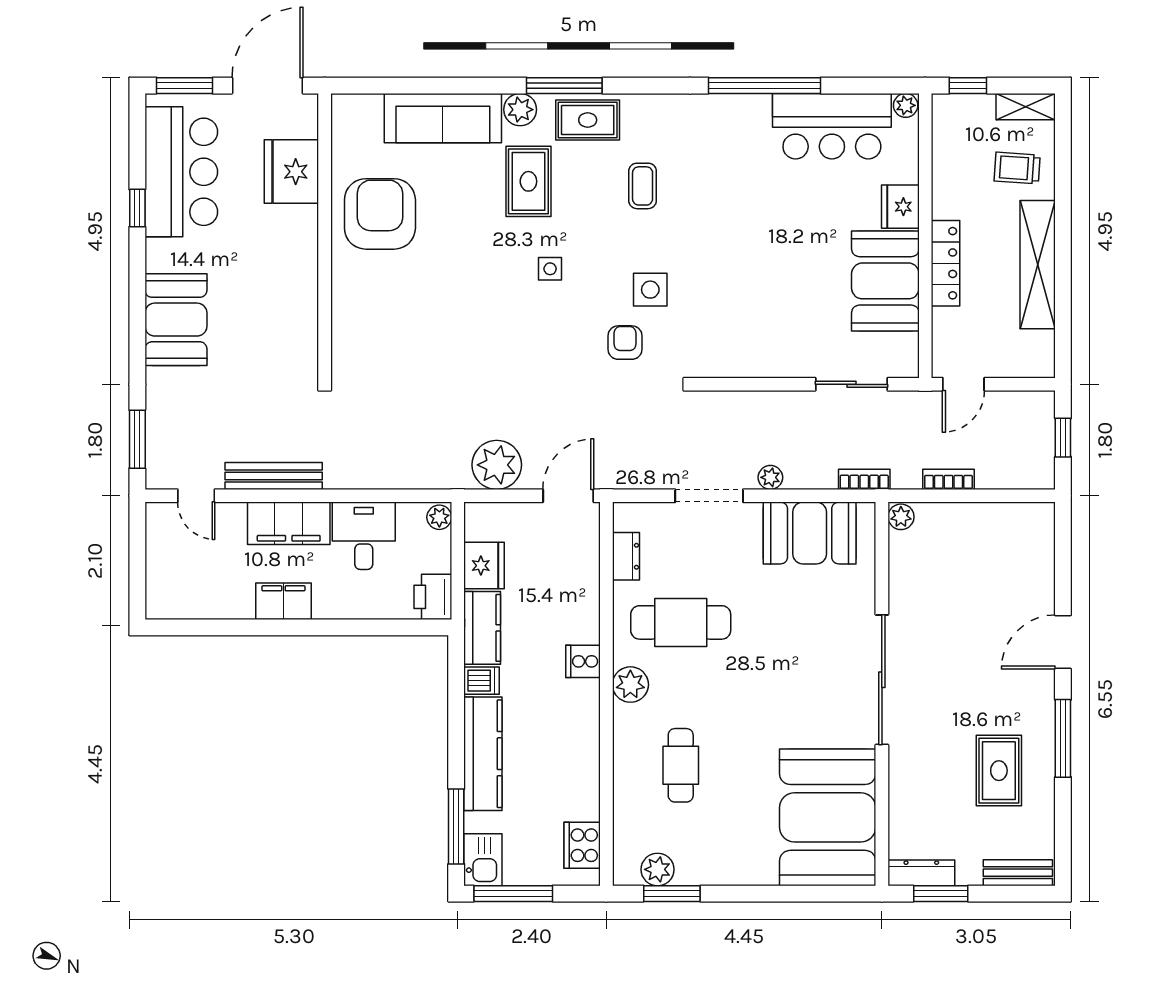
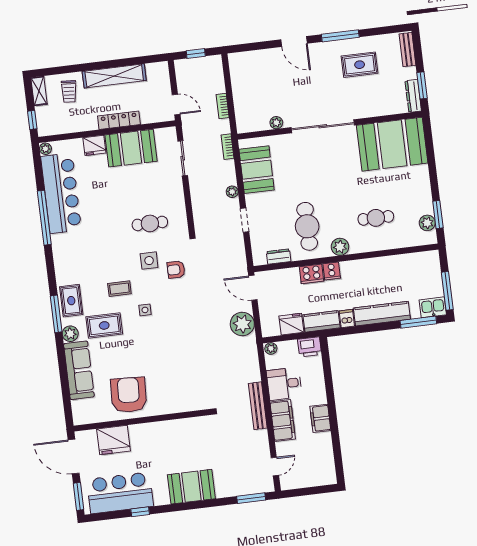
bar counter: (832, 126) -> (61, 193), width x1.36
coffee table: (643, 186) -> (119, 289), moved
armchair: (380, 214) -> (129, 395), turned 93
cafe table: (726, 301) -> (150, 223), added
bench: (274, 476) -> (258, 406), moved
doorway: (709, 496) -> (245, 220), width x0.73
plant: (901, 517) -> (276, 123), moved
cooker: (582, 845) -> (311, 274), moved

